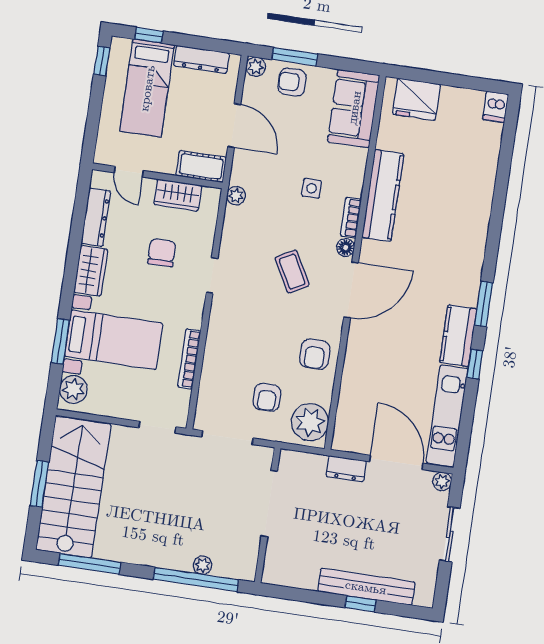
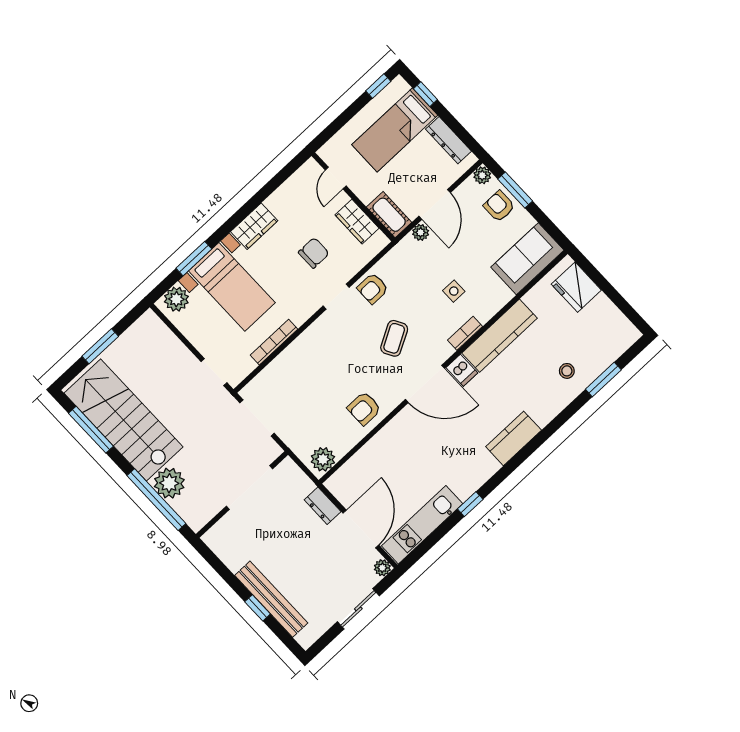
dishwasher: (496, 107) -> (462, 370), moved, turned -90
stool: (467, 179) -> (567, 371), added
plant: (236, 196) -> (421, 232), moved
dresser: (96, 217) -> (287, 192), removed
floor lamp: (346, 248) -> (445, 351), removed
window: (484, 304) -> (603, 380), moved
kitchen counter: (458, 336) -> (514, 438), moved
armchair: (267, 397) -> (373, 288), moved
plant: (310, 422) -> (323, 459), width x0.73, depth x0.73
stairs: (73, 487) -> (124, 420), moved, turned -90
plant: (203, 565) -> (169, 483), width x1.88, depth x1.88

